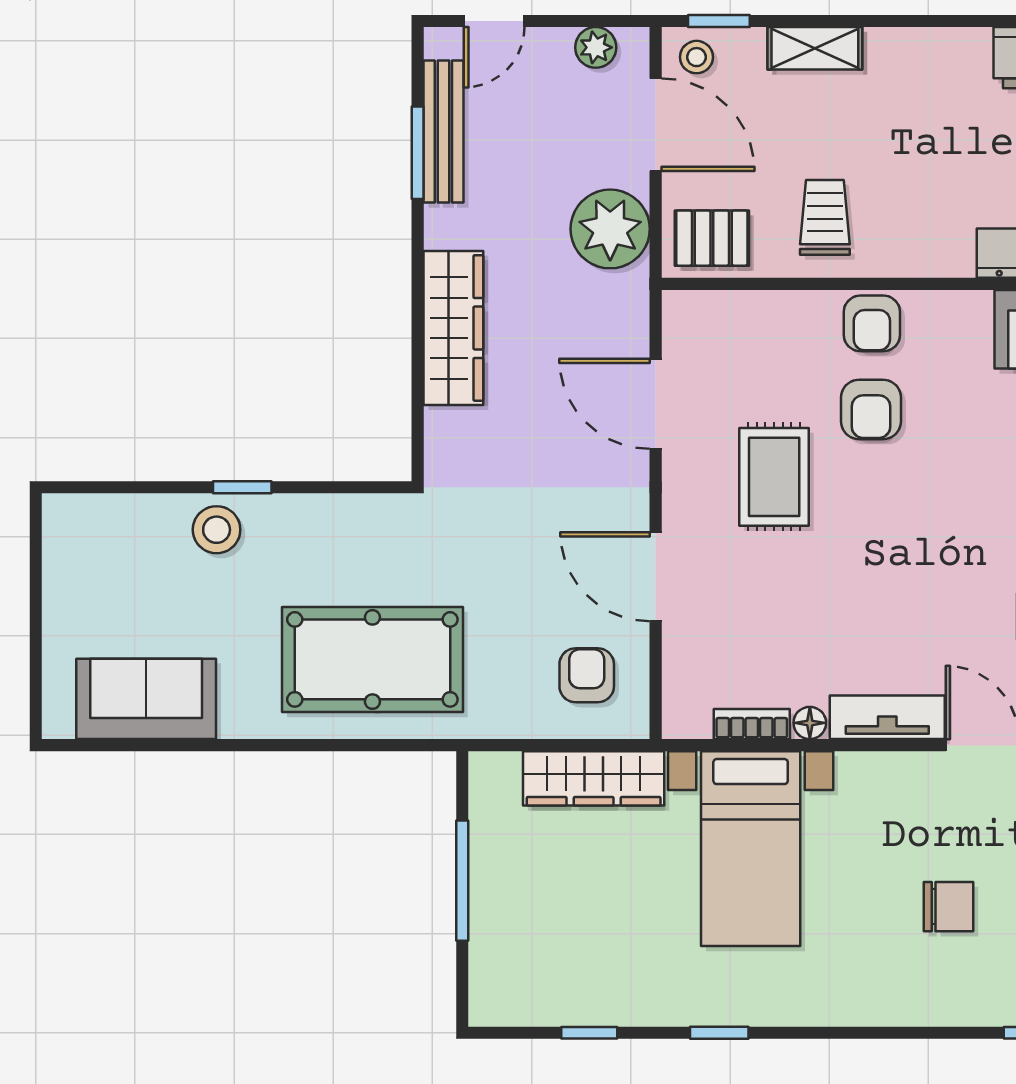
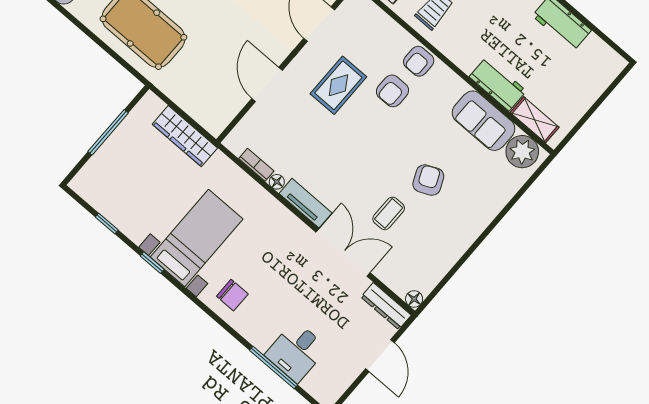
armchair: (587, 675) -> (213, 98), removed
bed with nightstands: (751, 849) -> (197, 238), moved, turned 180
chair: (948, 907) -> (232, 295), moved

